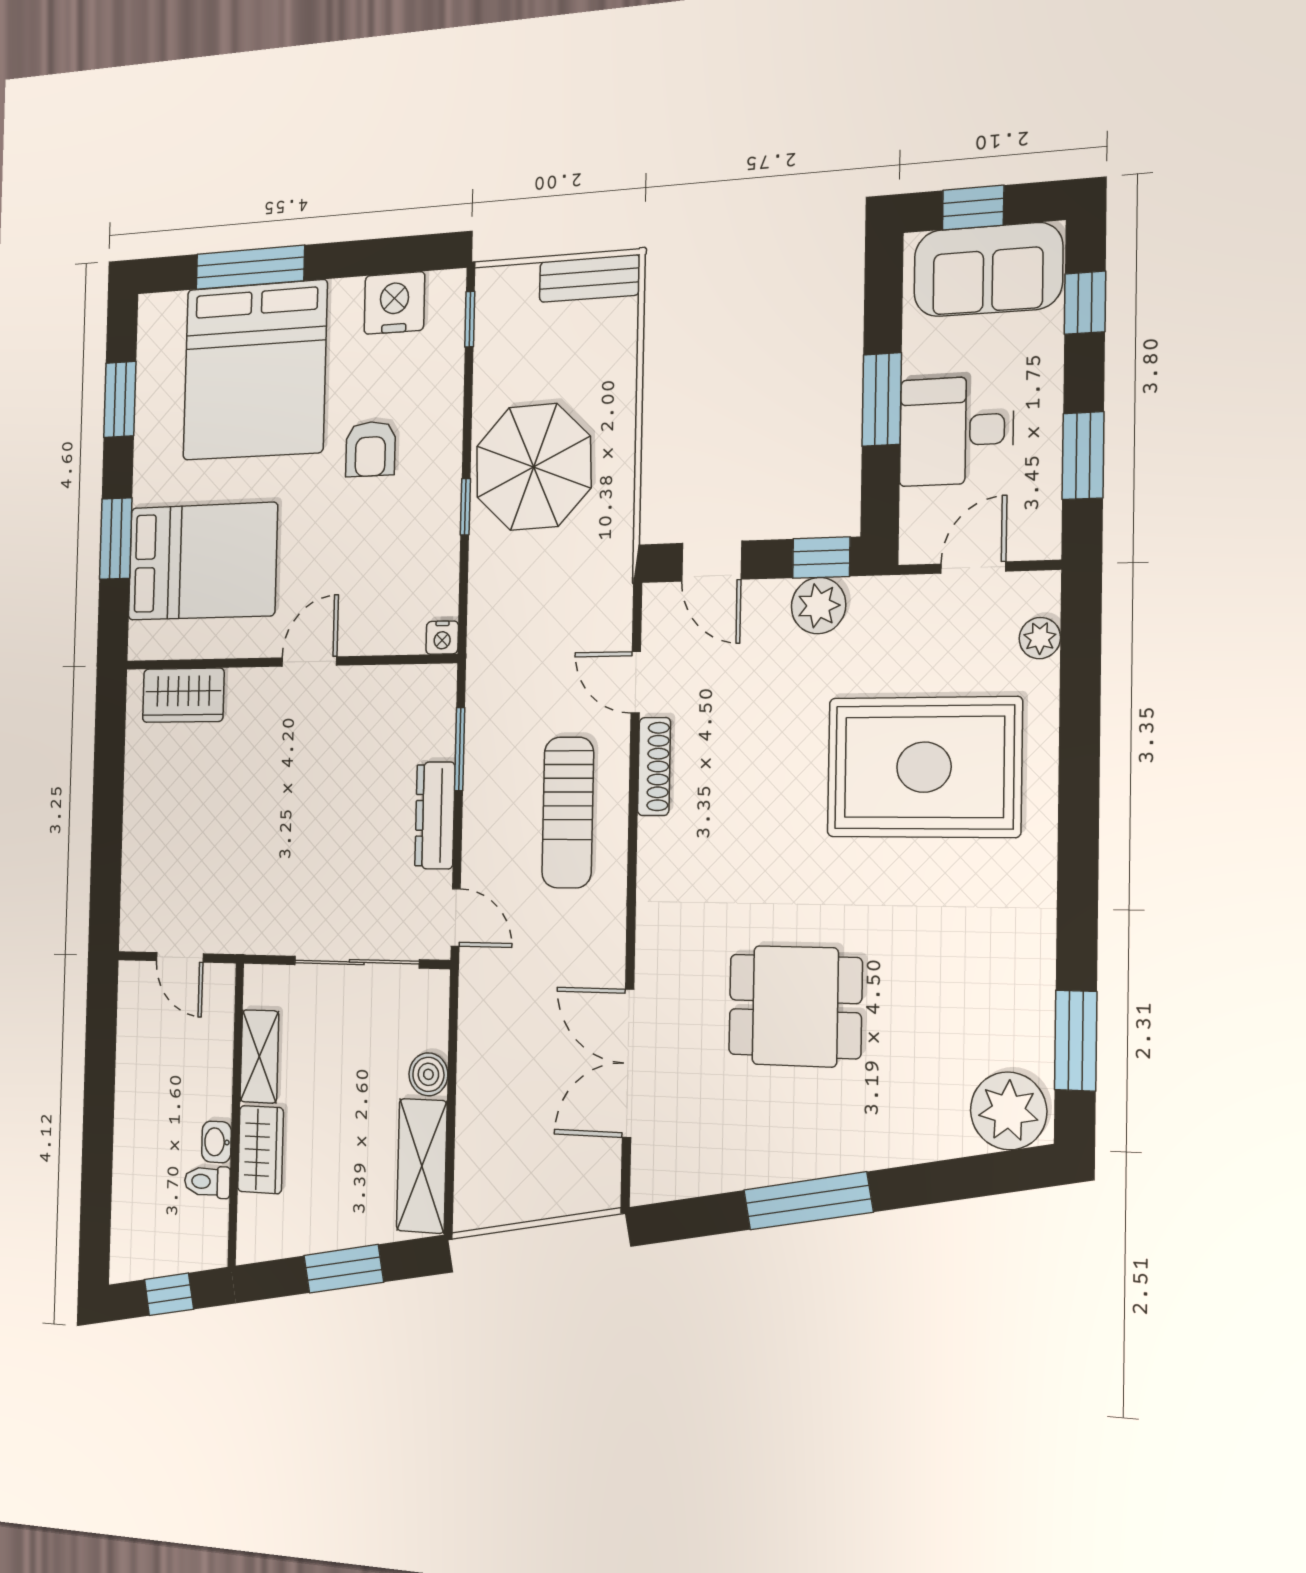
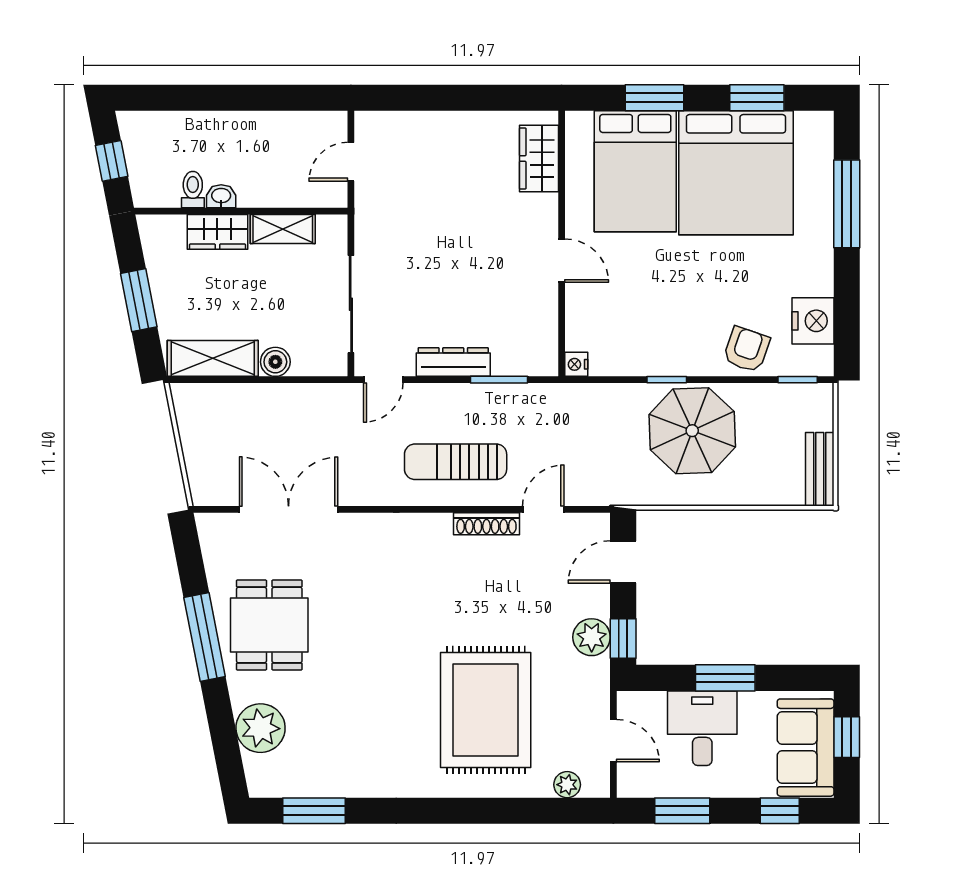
bed: (255, 370) -> (736, 173), moved, turned -90
armchair: (370, 449) -> (747, 349), moved, turned 109
dining table: (795, 1006) -> (269, 625), moved
plant: (1009, 1111) -> (261, 728), moved

